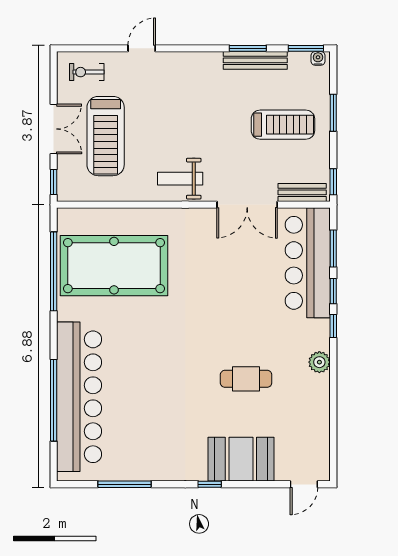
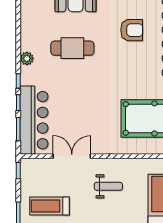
weight bench: (180, 179) -> (108, 186), moved
bench: (302, 192) -> (38, 164), removed
cafe table: (246, 379) -> (72, 48), width x1.37, depth x1.35
armchair: (151, 408) -> (132, 30), added

